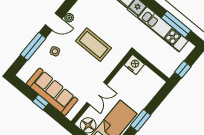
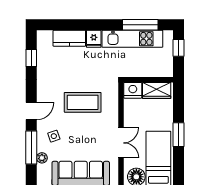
plant: (69, 18) -> (42, 158), moved
window: (183, 69) -> (179, 48), moved
wardrobe: (150, 78) -> (157, 90), added

